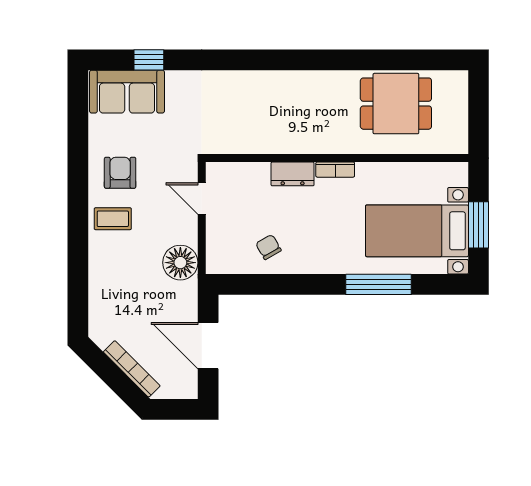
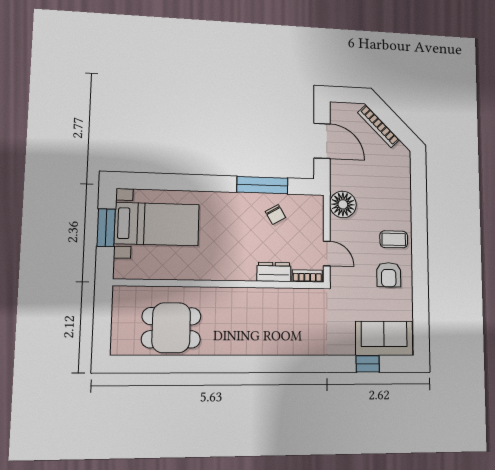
bookcase: (335, 170) -> (307, 276), moved
dresser: (293, 174) -> (274, 272), moved
window: (379, 284) -> (262, 185), moved

